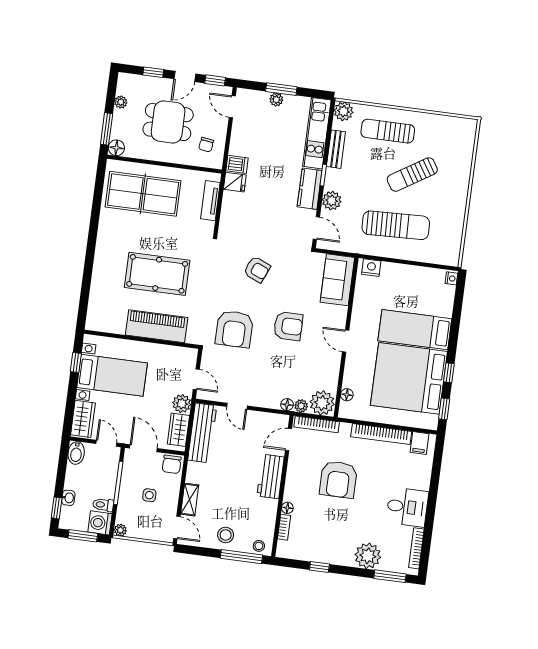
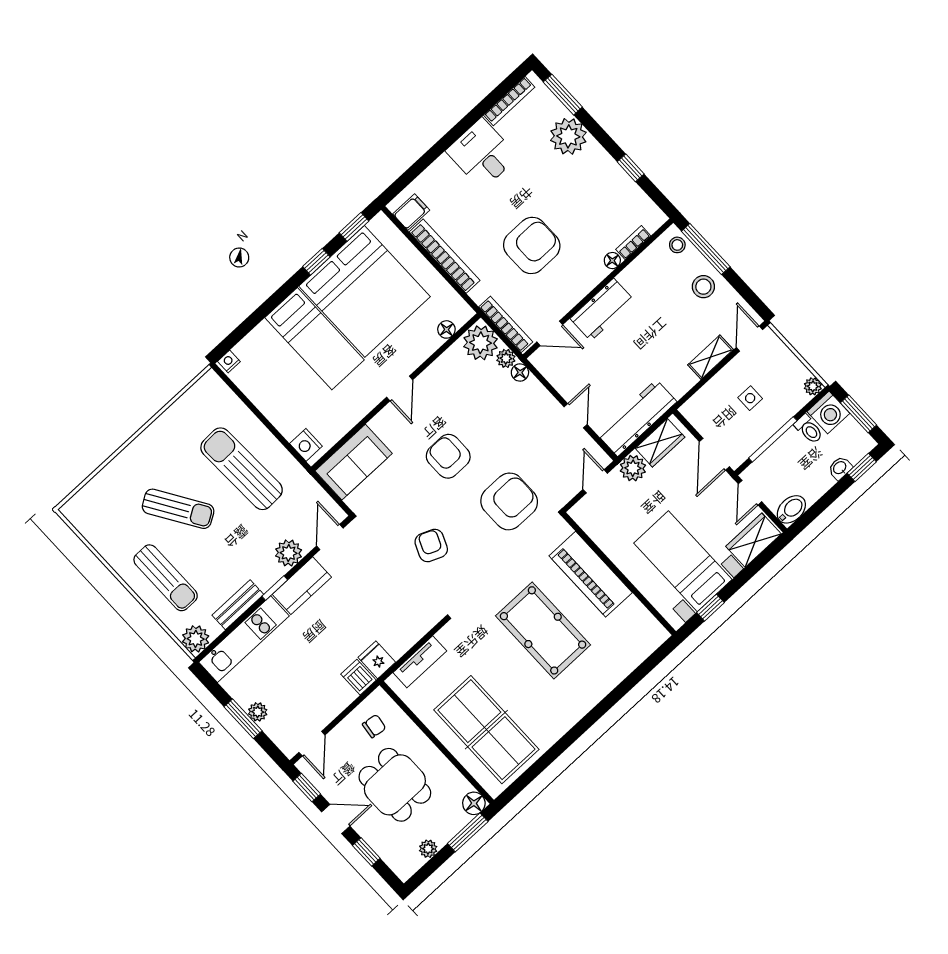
chair: (172, 464) -> (698, 412), removed

